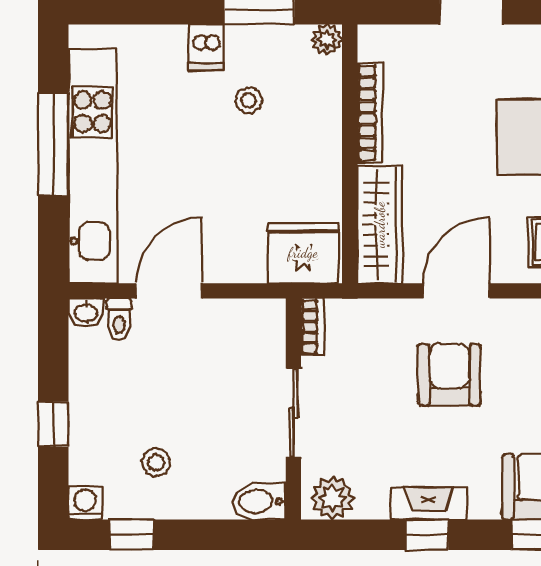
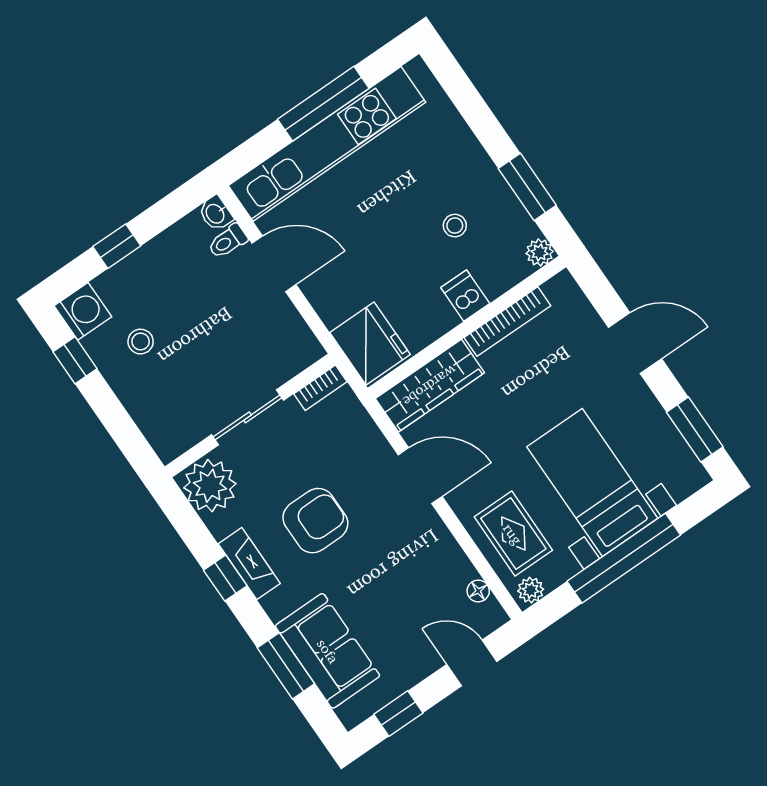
dishwasher: (206, 47) -> (465, 296), moved, turned 90
armchair: (449, 375) -> (315, 521), moved
plant: (332, 498) -> (210, 486), width x1.36, depth x1.36
bidet: (259, 501) -> (165, 438), removed
washing machine: (85, 503) -> (83, 311), width x1.38, depth x1.38

